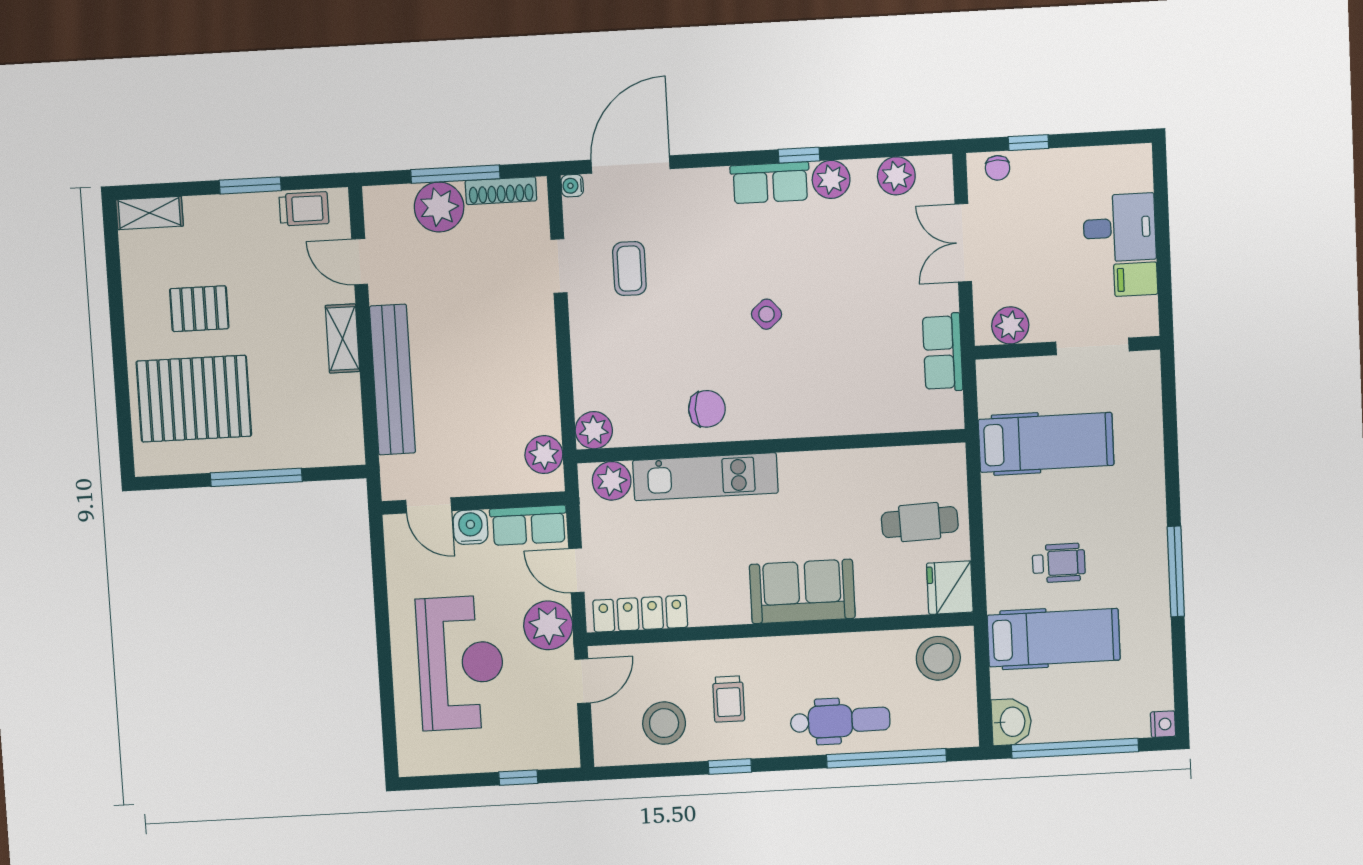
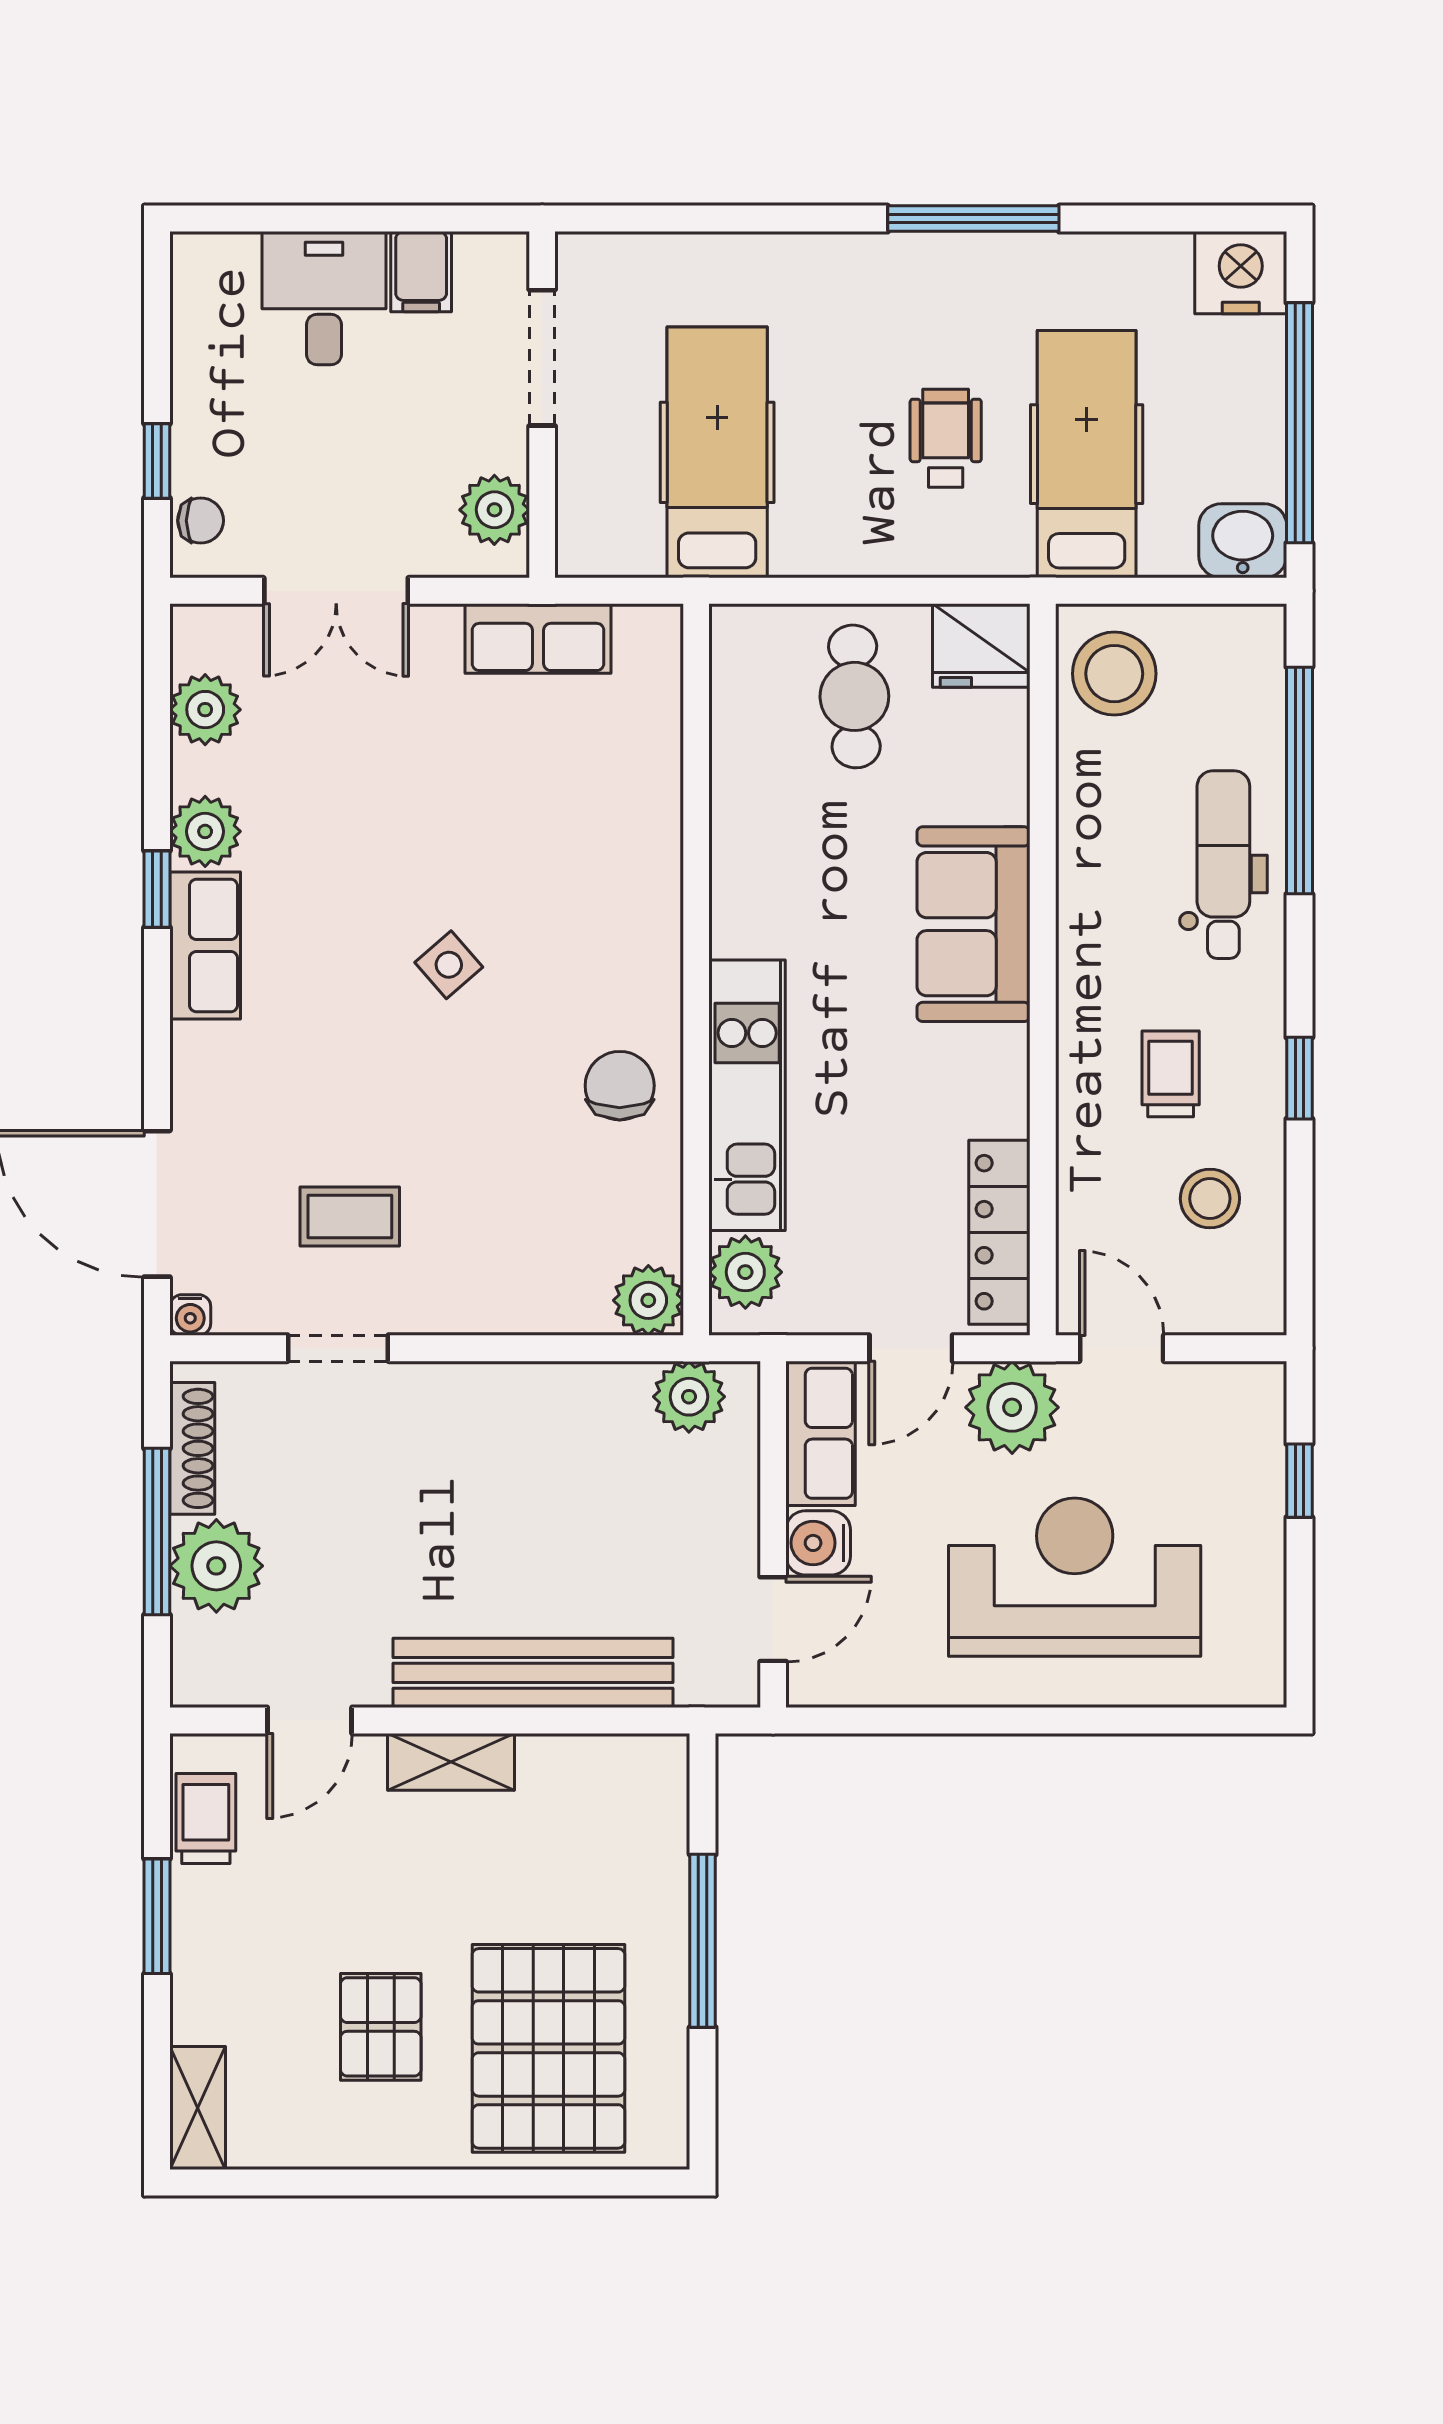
trolley: (729, 699) -> (1171, 1074), turned -90
stool: (664, 723) -> (1210, 1199), width x0.73, depth x0.73
nightstand: (1163, 724) -> (1241, 273), width x1.89, depth x1.79

